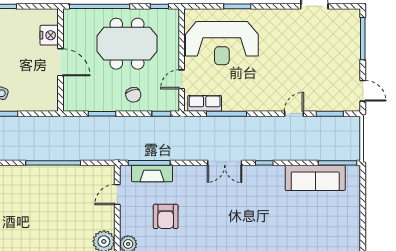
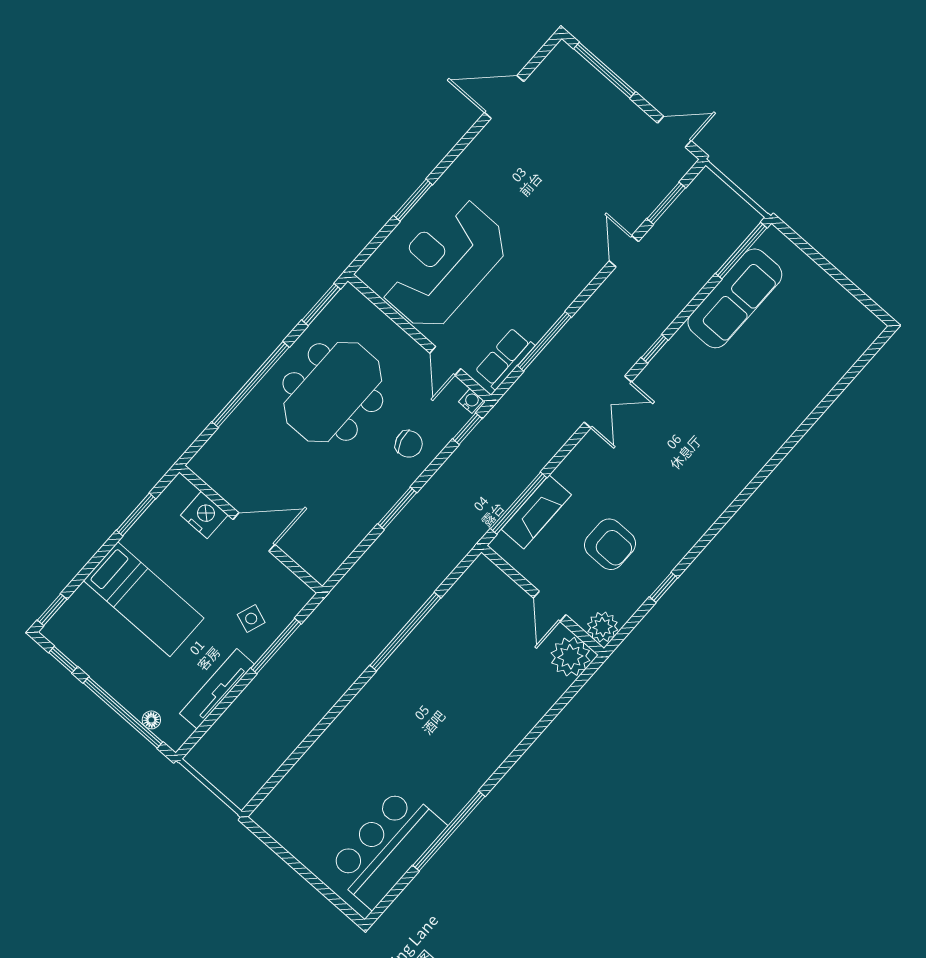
window: (159, 6) -> (321, 305), width x1.50
nightstand: (49, 35) -> (204, 515), moved
reception desk: (222, 43) -> (444, 264), turned 180
wall: (60, 60) -> (251, 529), moved
door: (60, 62) -> (254, 532), moved
water cooler: (174, 105) -> (471, 401), added
door: (117, 195) -> (550, 606), moved

